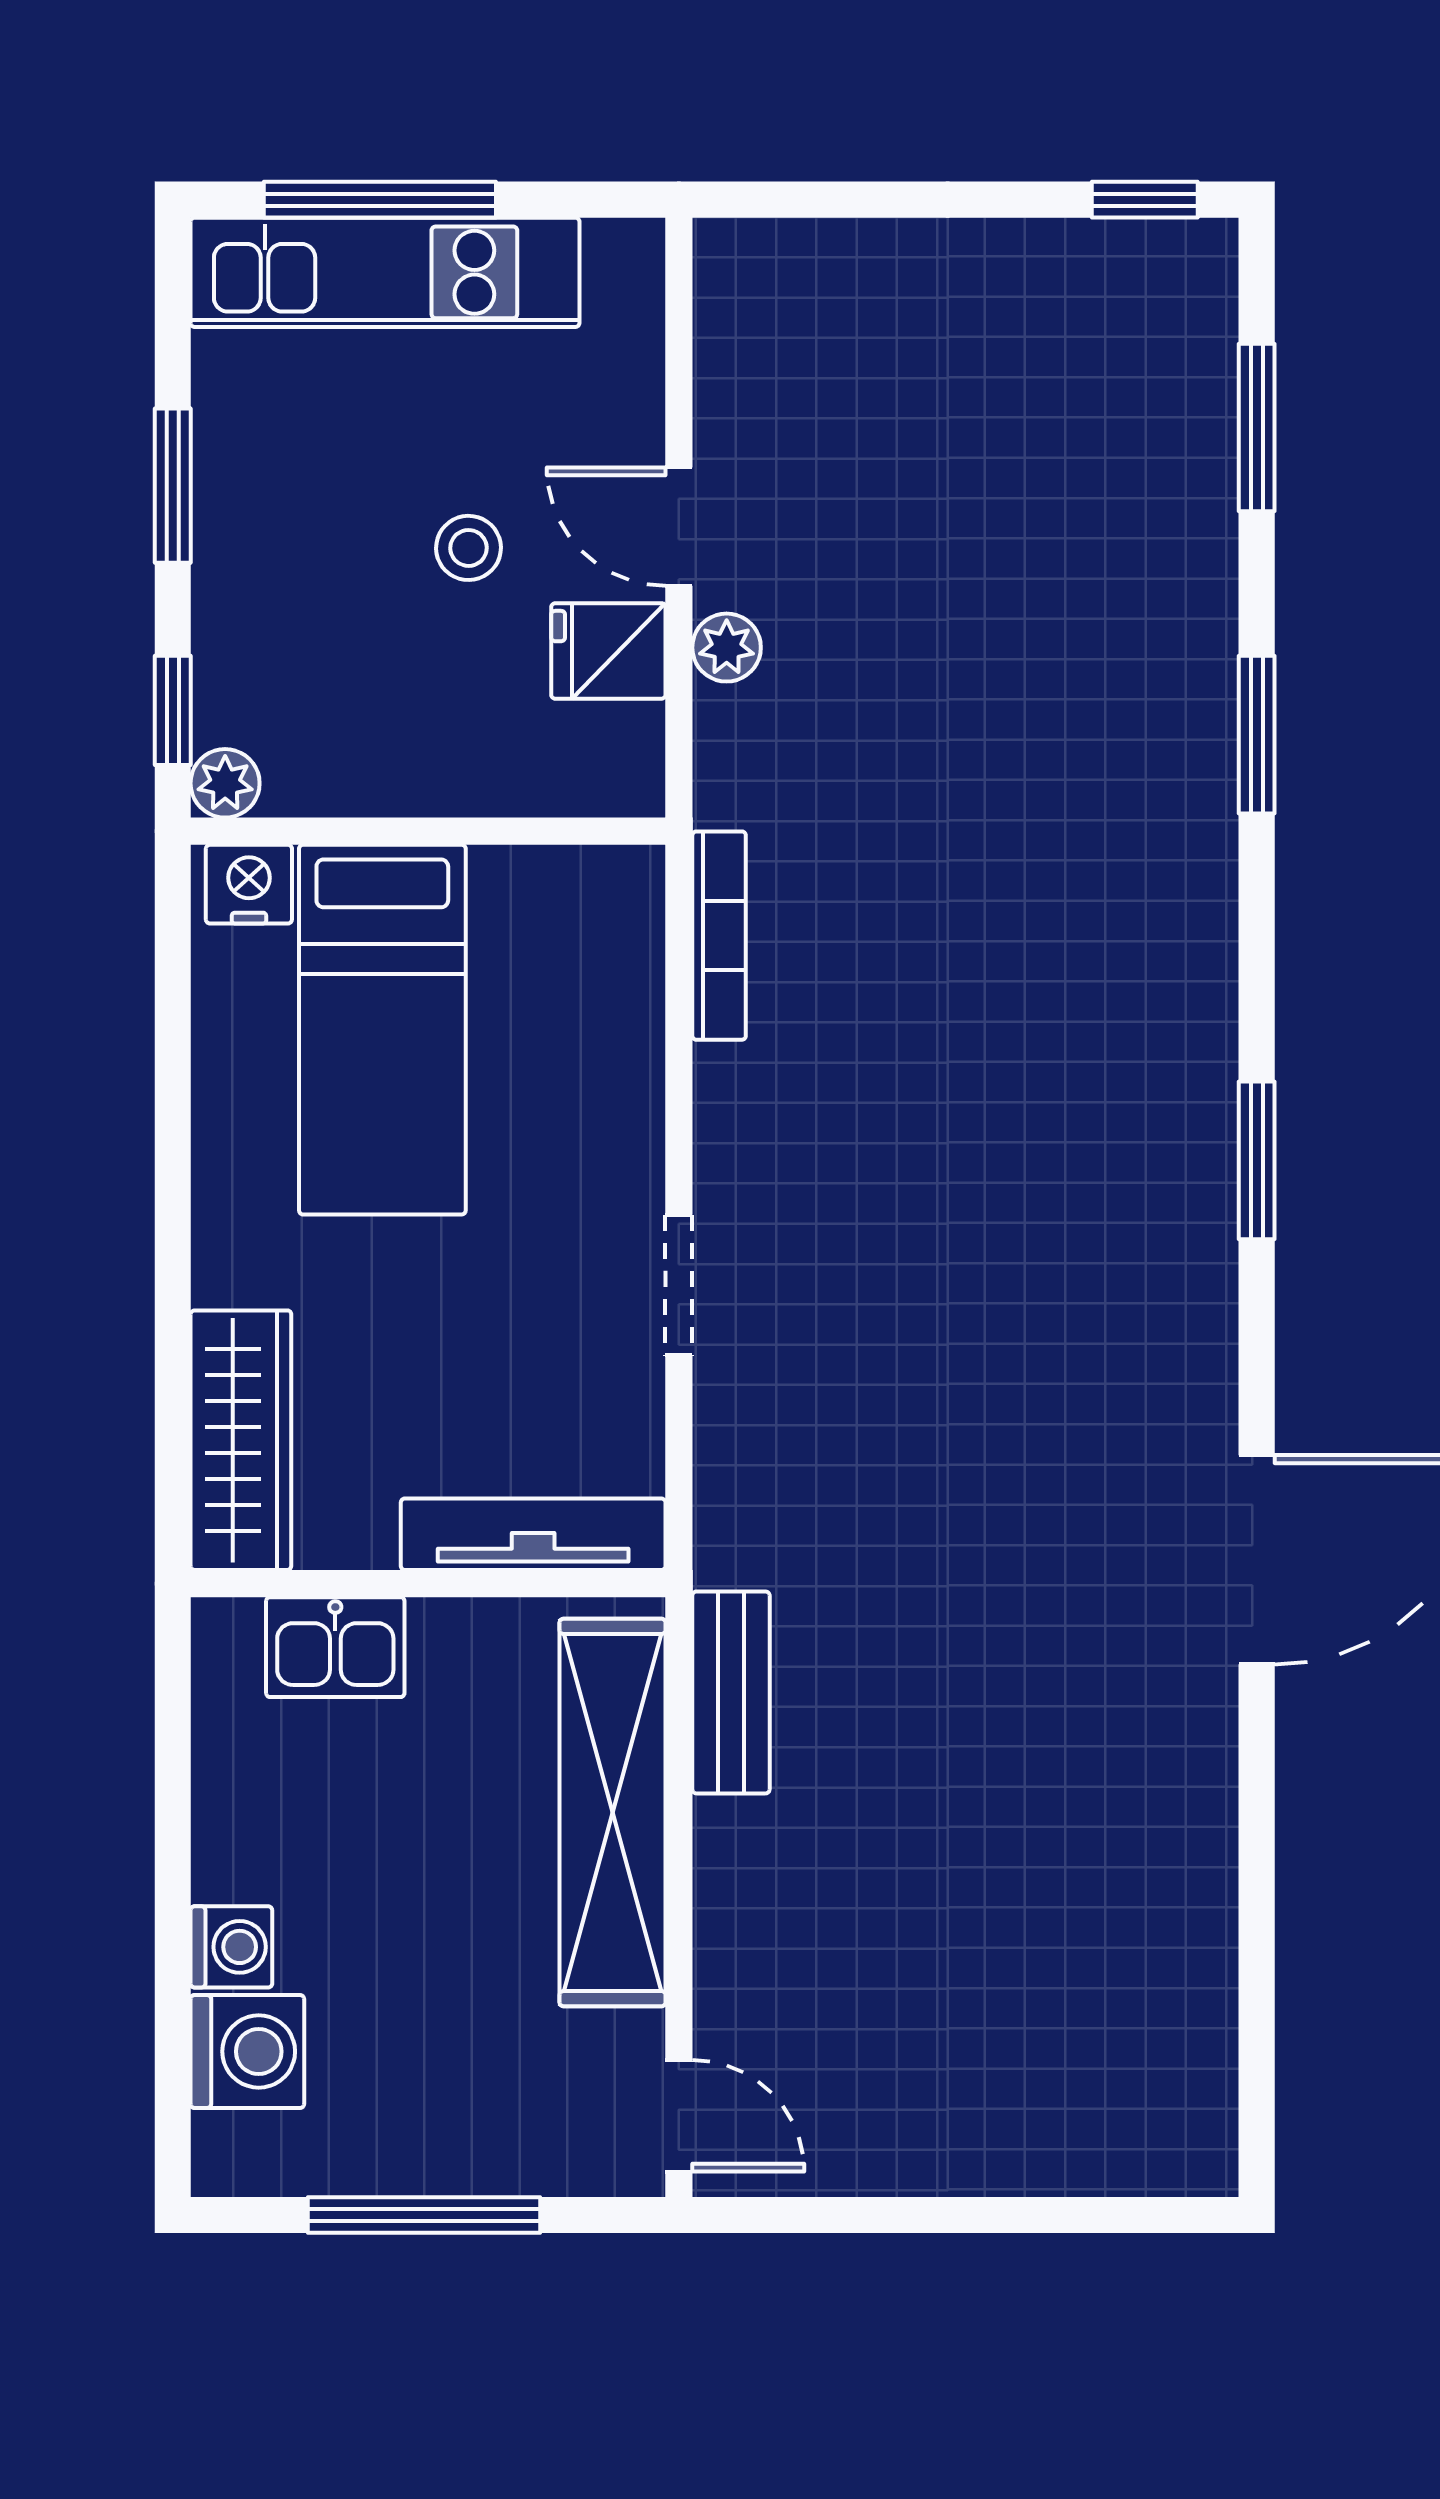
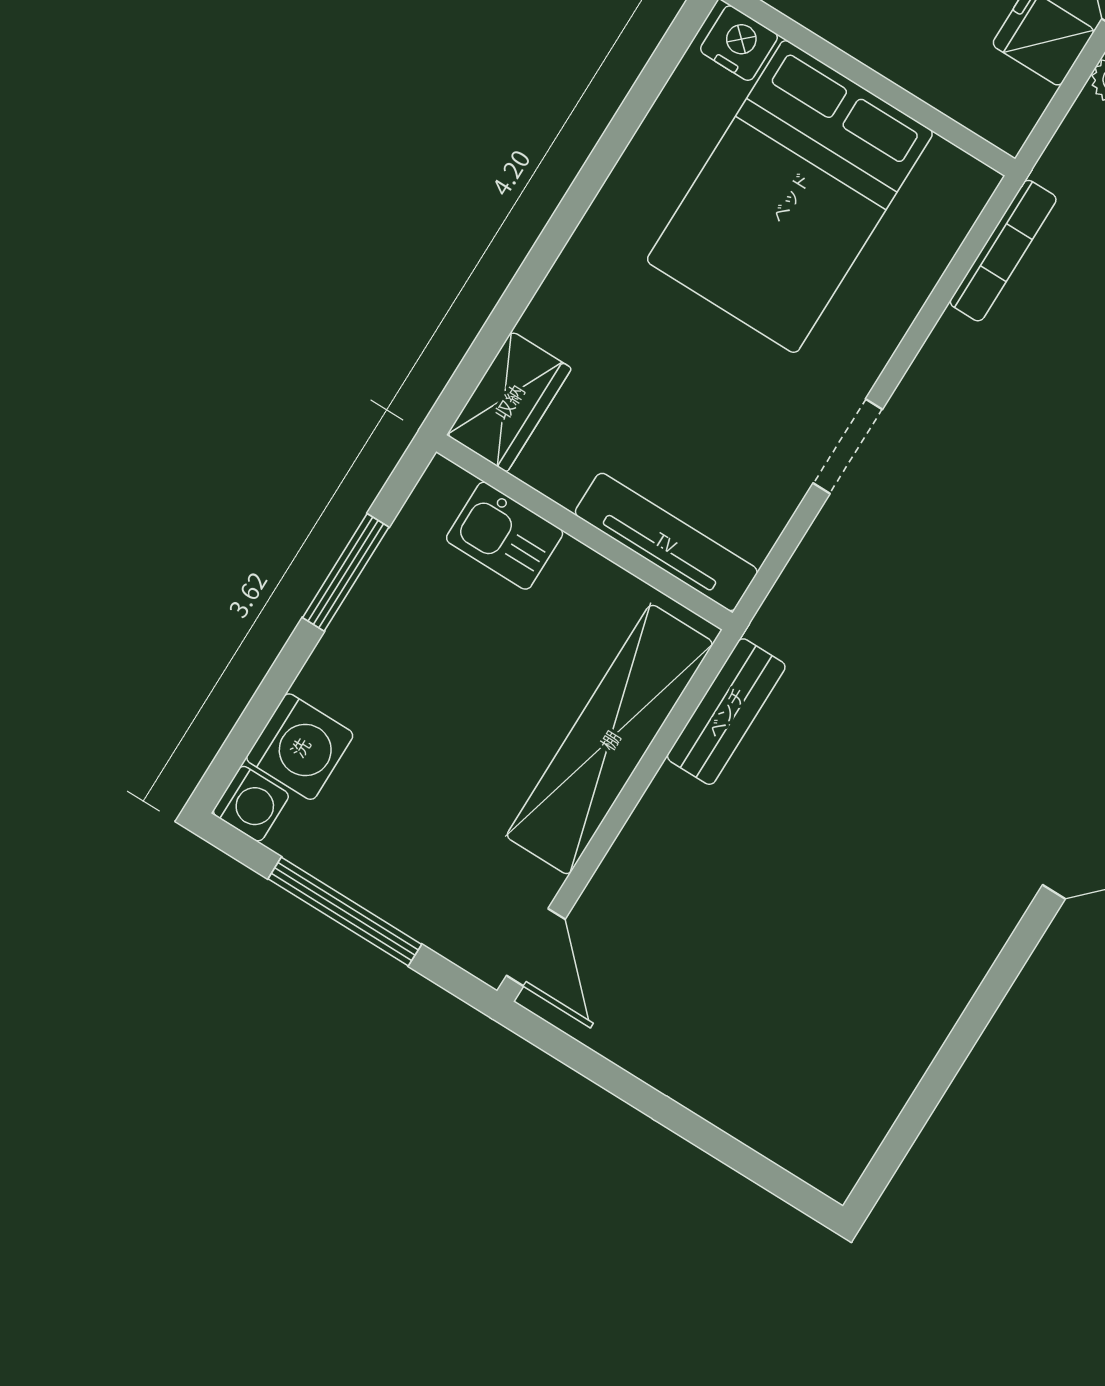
bed: (382, 1030) -> (790, 197), width x1.50
wardrobe: (241, 1440) -> (509, 402), width x0.67
window: (173, 1809) -> (346, 572), added
washing machine: (231, 1947) -> (251, 804), moved

